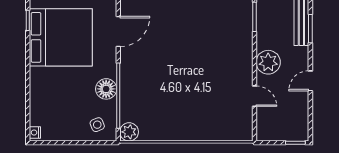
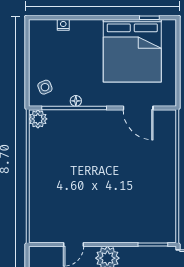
floor lamp: (106, 89) -> (76, 101), width x0.53, depth x0.53
nightstand: (35, 133) -> (63, 25), moved

